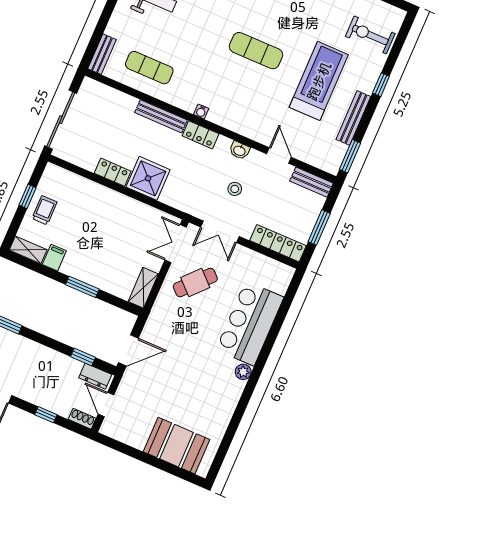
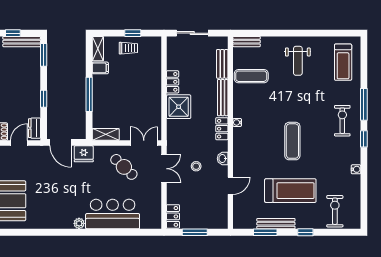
exercise mat: (149, 68) -> (251, 76), turned 90
sliding door: (61, 120) -> (192, 33), width x0.73
window: (350, 156) -> (265, 232), moved
bench: (312, 182) -> (222, 64), moved
double door: (220, 232) -> (164, 169), swing flipped
locker: (278, 243) -> (173, 216), width x0.66
window: (82, 287) -> (89, 94), width x1.44
fridge: (156, 327) -> (84, 154), added
window: (83, 357) -> (44, 99), moved

